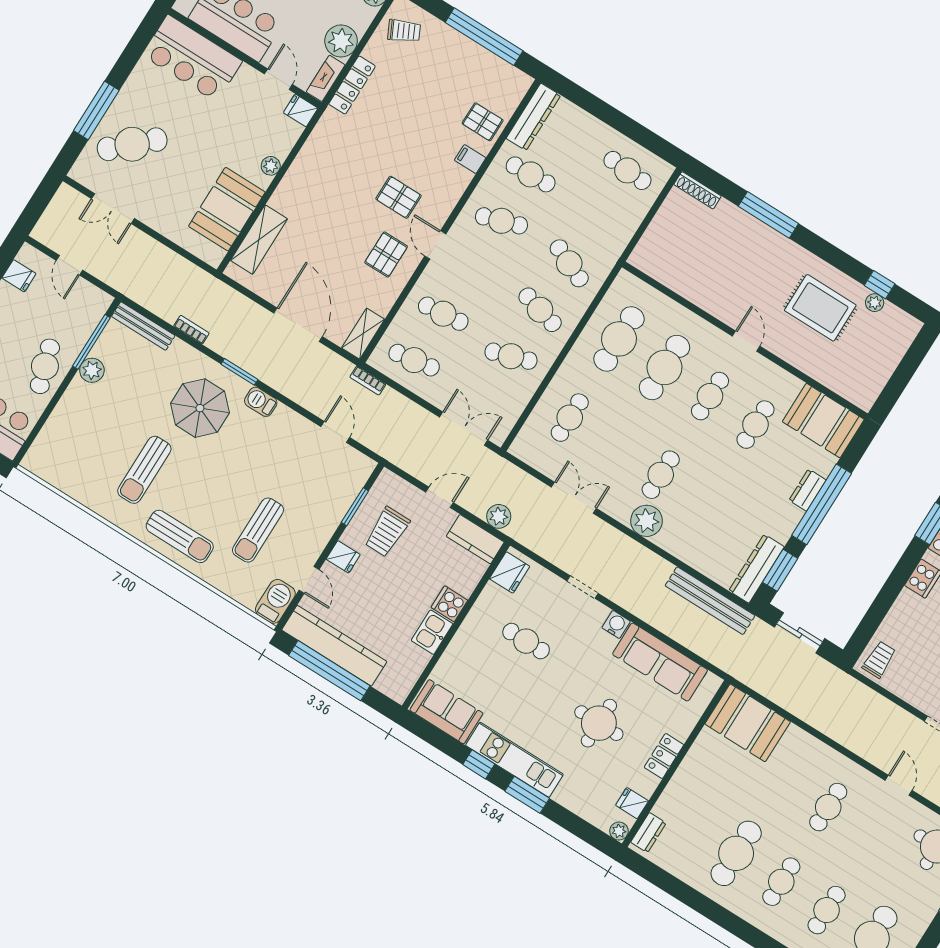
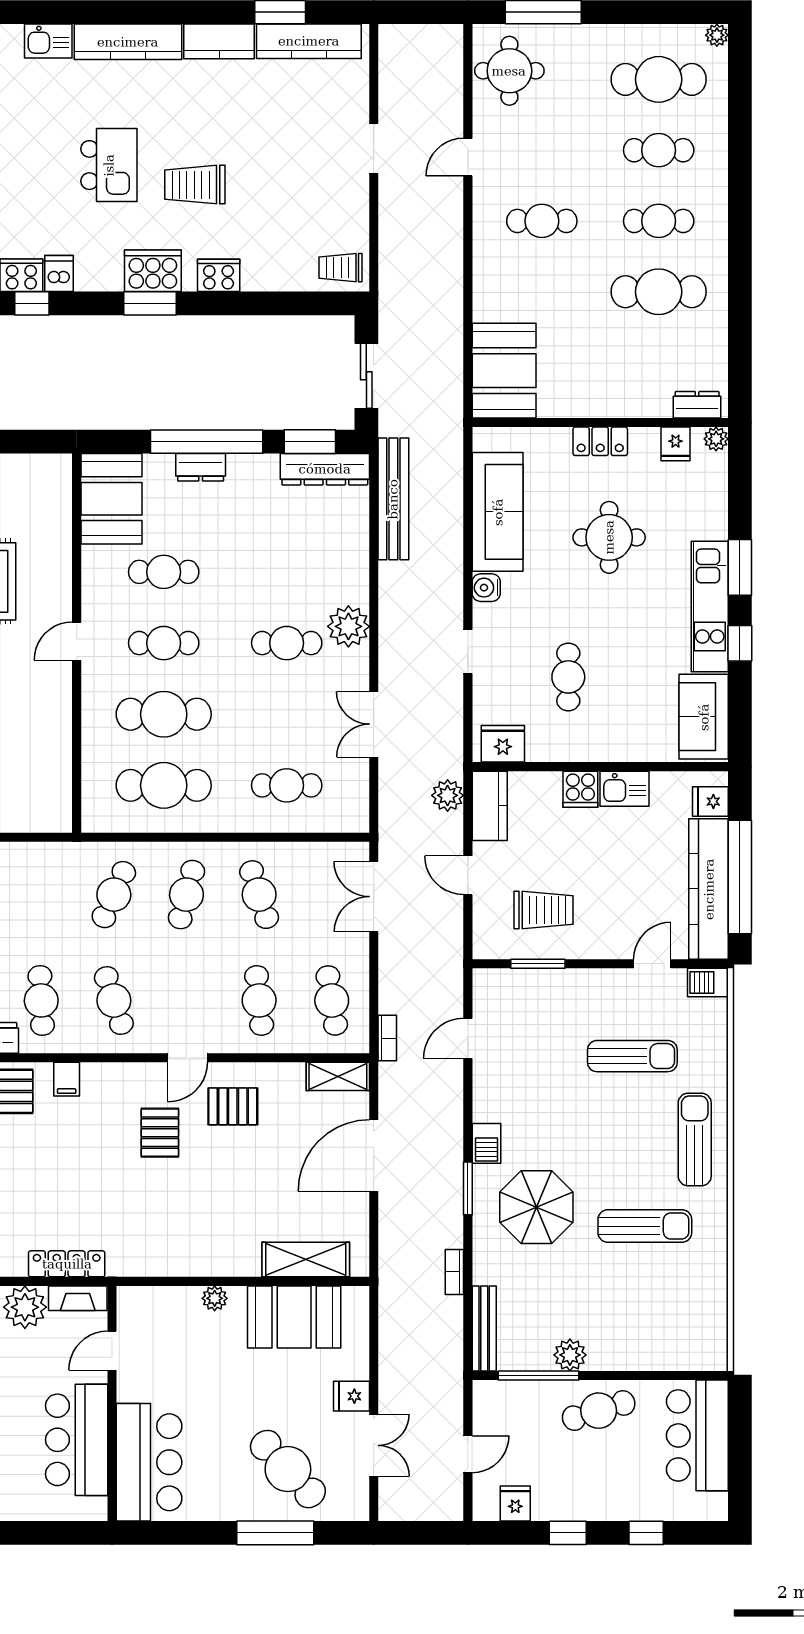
fridge: (301, 110) -> (351, 1396), moved, turned 90
fridge: (343, 557) -> (710, 801), moved, turned -90
barbecue: (275, 601) -> (708, 982), width x0.73, depth x0.79

